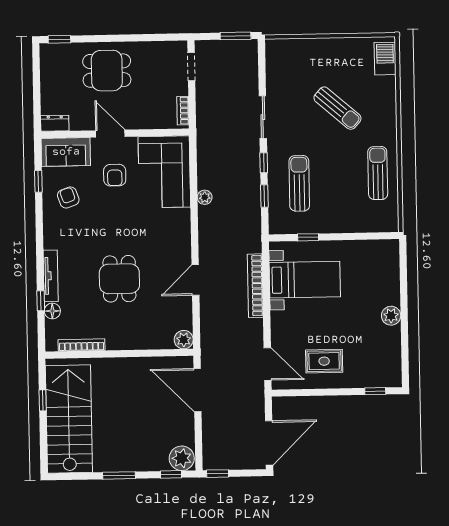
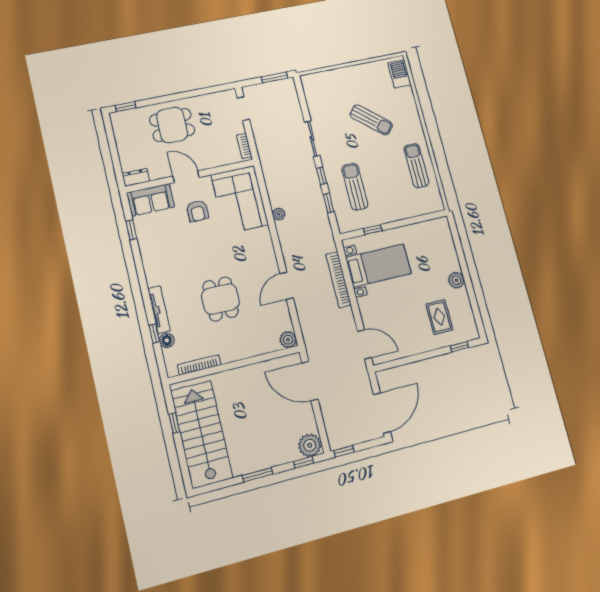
armchair: (68, 198) -> (161, 238), removed
rug: (324, 361) -> (439, 317), moved, turned 90

